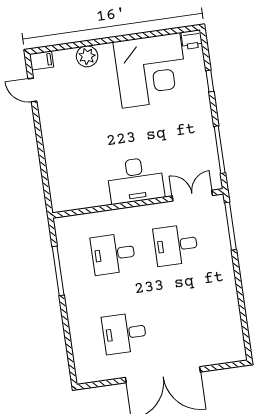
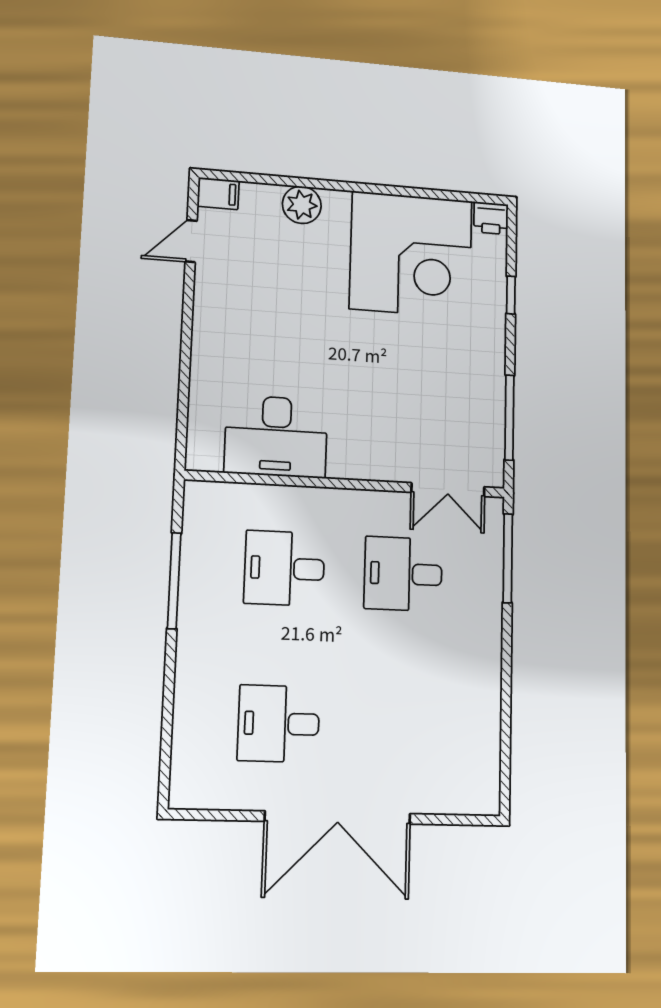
door: (32, 90) -> (191, 241), hinge flipped
desk: (135, 180) -> (276, 436), moved
double door: (192, 196) -> (448, 490), swing flipped

